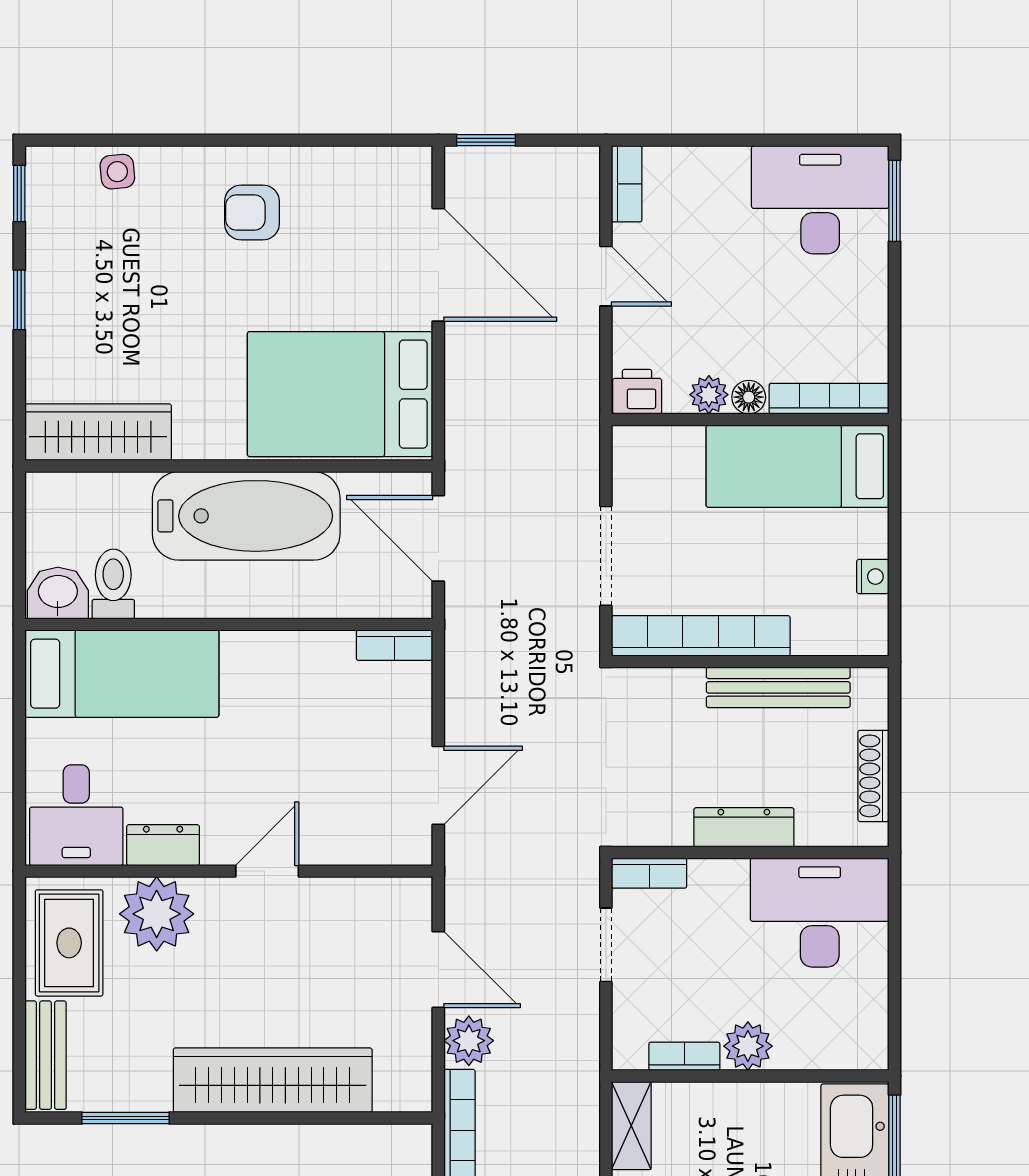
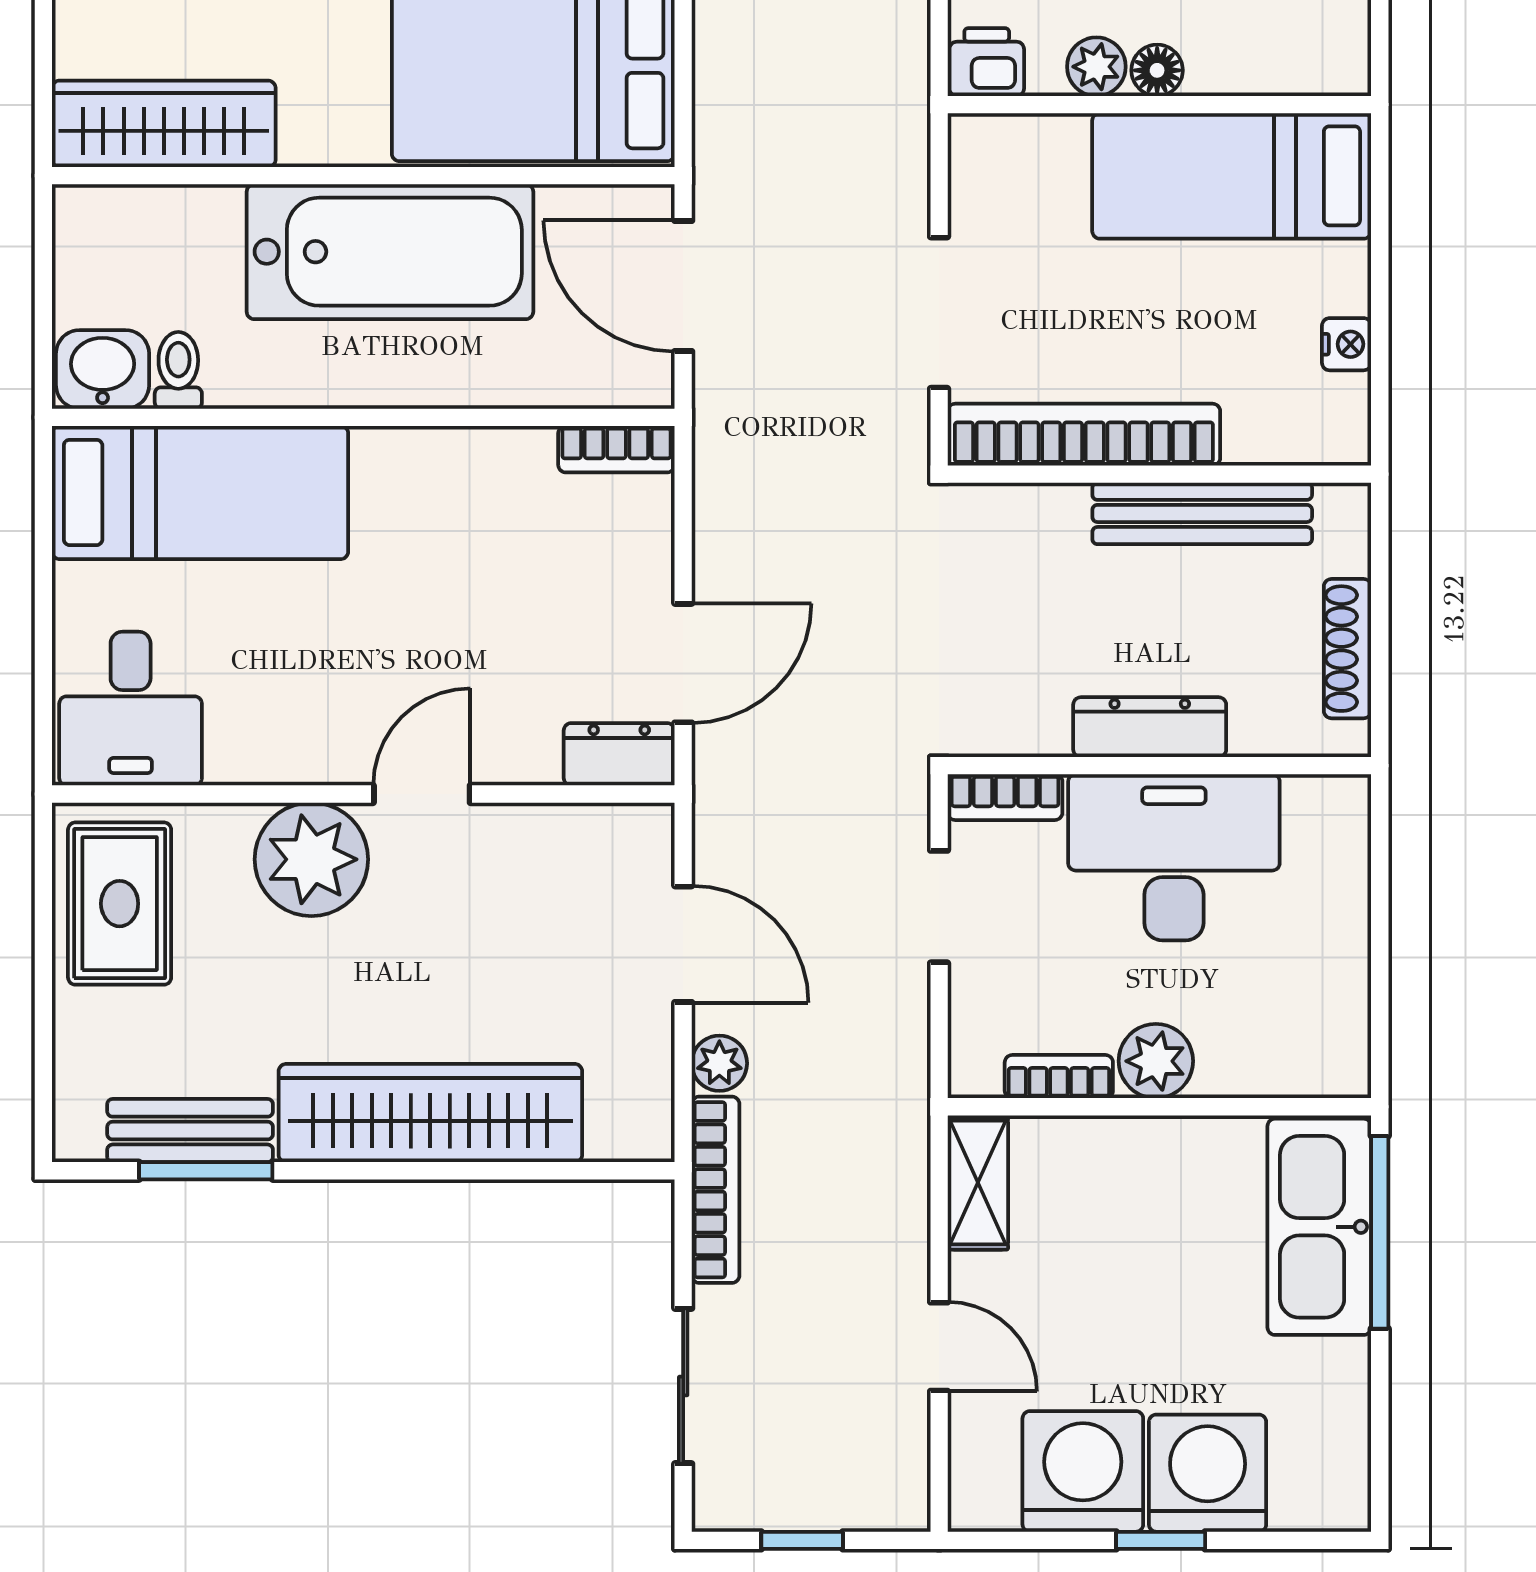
bookcase: (829, 399) -> (1280, 73), removed
toilet: (113, 584) -> (178, 370), width x0.73, depth x0.72
dresser: (163, 845) -> (619, 754), moved
desk: (820, 913) -> (1174, 857), moved
plant: (157, 914) -> (311, 859), moved
plant: (469, 1041) -> (719, 1063), width x0.73, depth x0.73
bench: (46, 1055) -> (190, 1131), moved, turned 90

